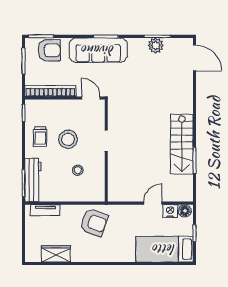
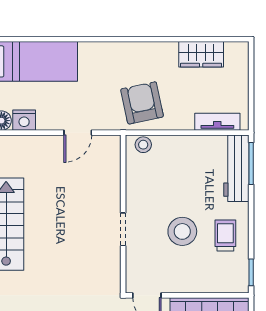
stool: (78, 170) -> (143, 145), moved
door: (153, 203) -> (78, 133), moved
armchair: (94, 222) -> (142, 103), turned 58

